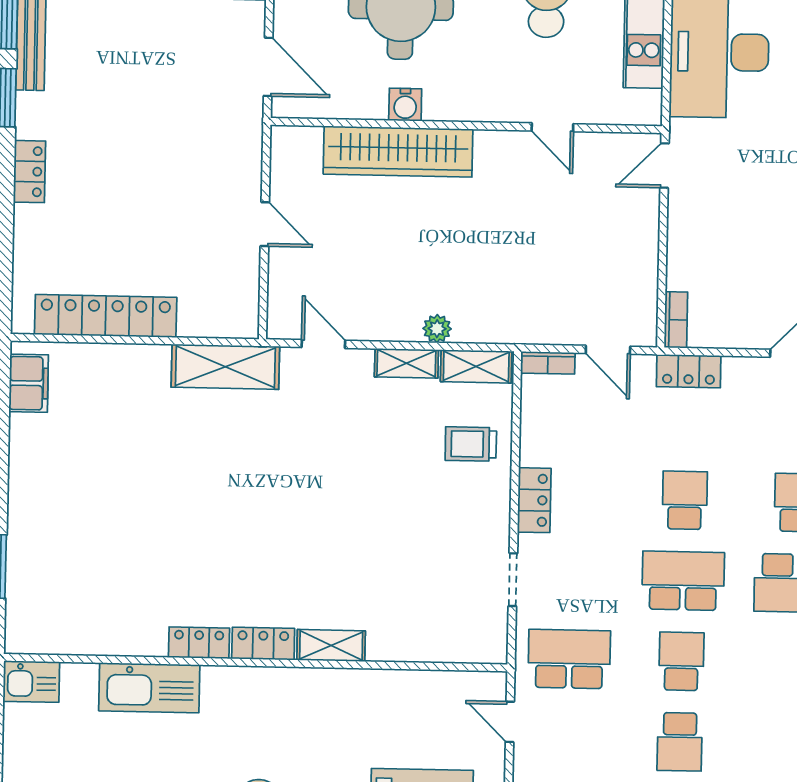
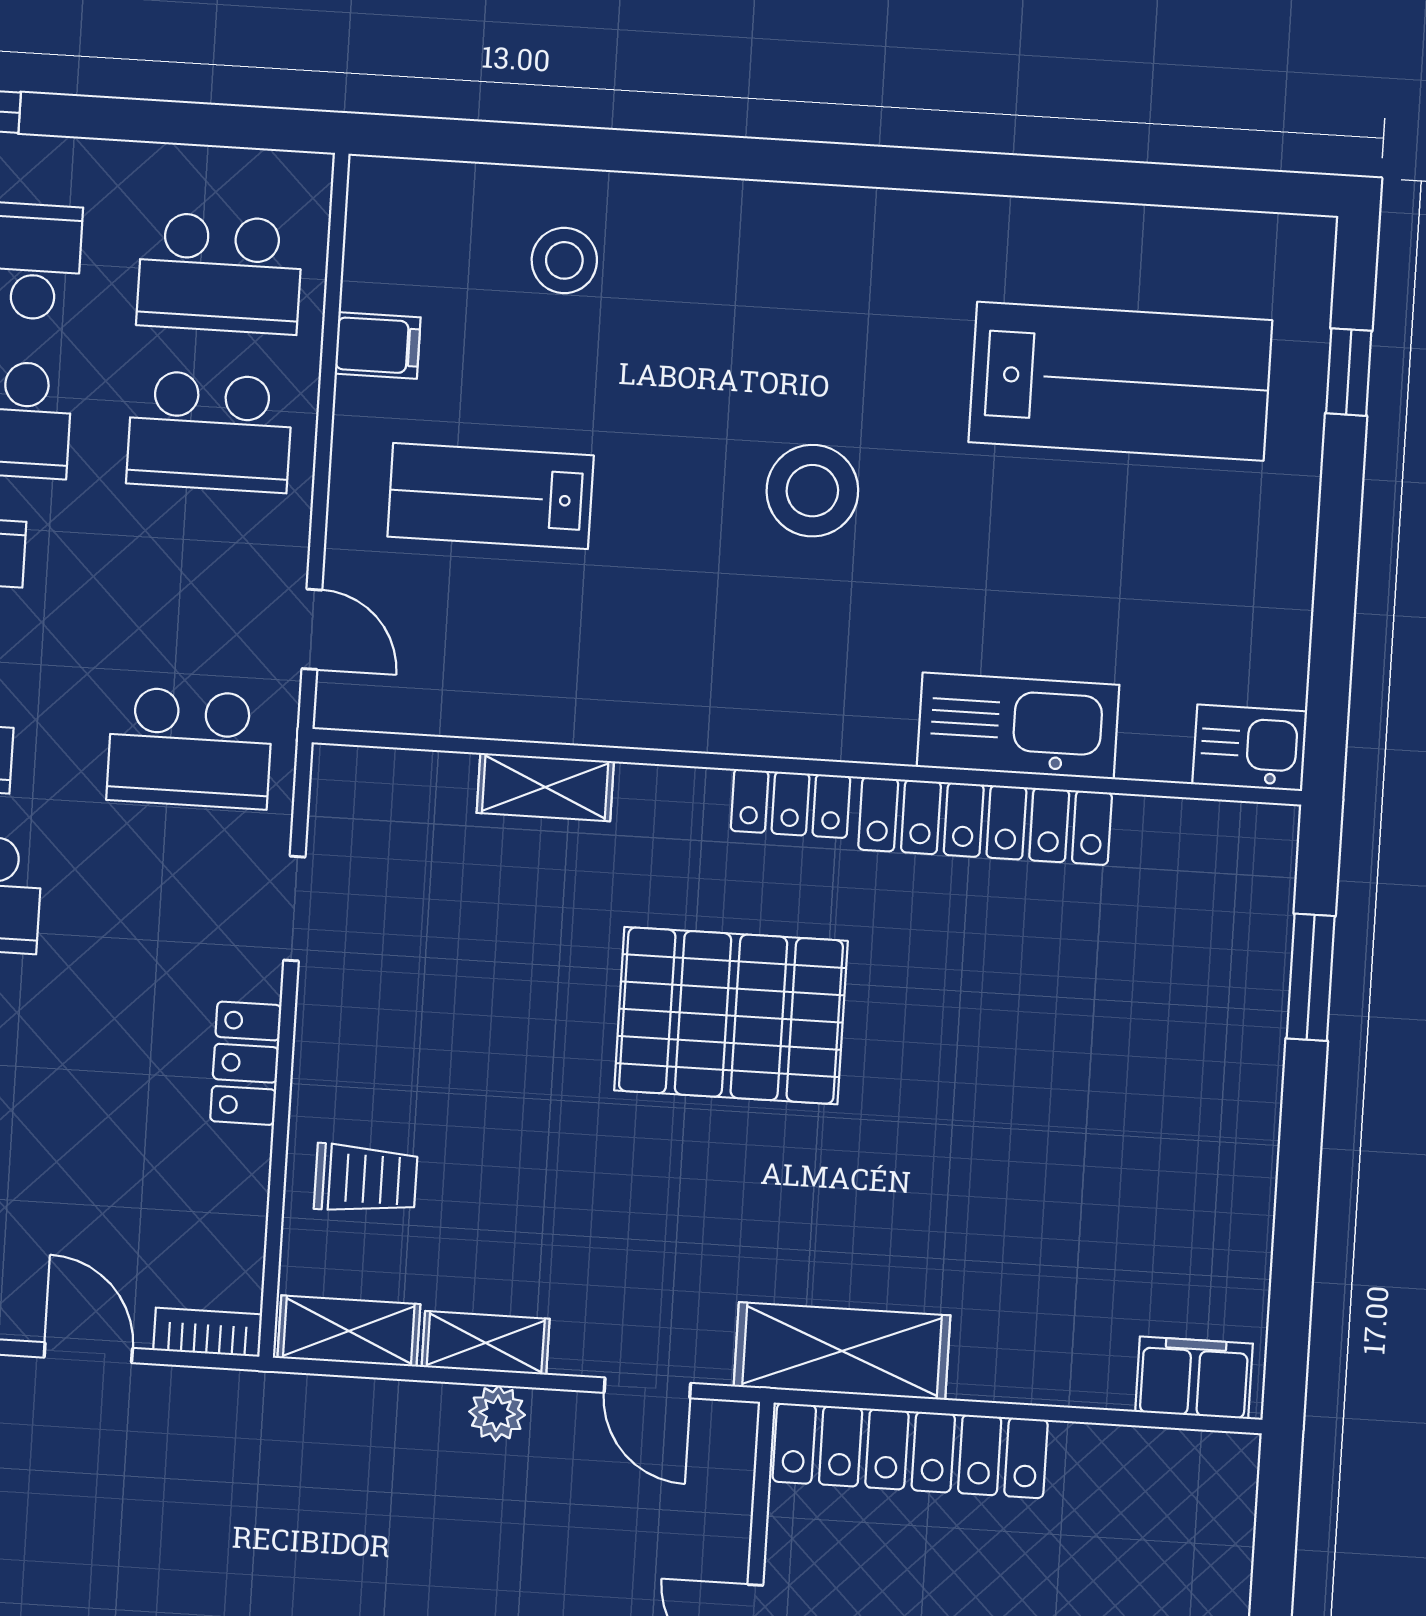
locker: (106, 316) -> (910, 1451), moved
plant: (437, 329) -> (497, 1413), moved
filing cabinet: (29, 383) -> (1194, 1378), moved, turned 90
pallet: (289, 535) -> (731, 1016), added
locker: (199, 643) -> (985, 821), width x2.16, depth x1.21
shelving: (331, 645) -> (545, 787), moved

